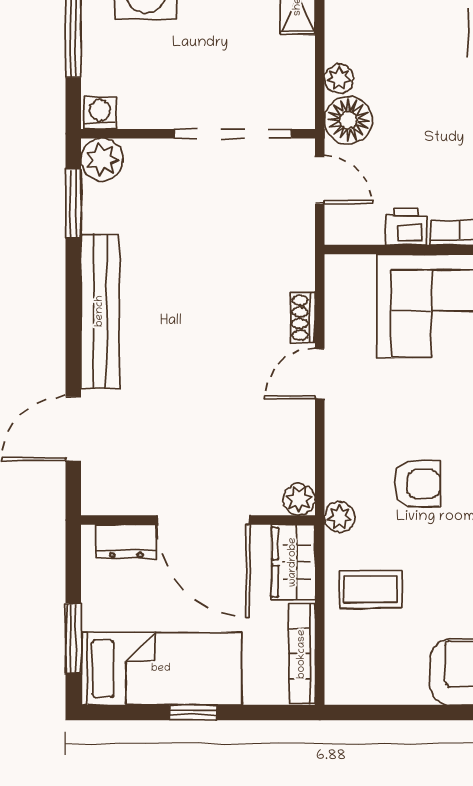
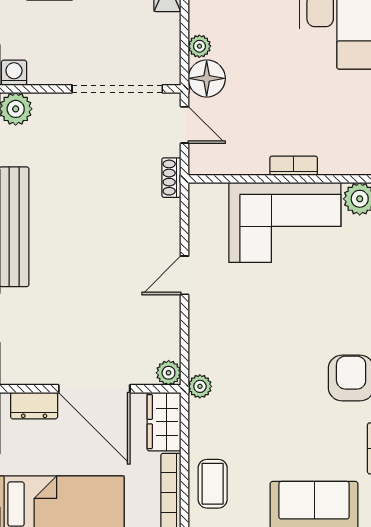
printer: (406, 226) -> (252, 161), removed
shoe rack: (303, 318) -> (171, 178), moved
armchair: (417, 484) -> (260, 361), removed
coffee table: (370, 589) -> (213, 484), moved, turned 90

